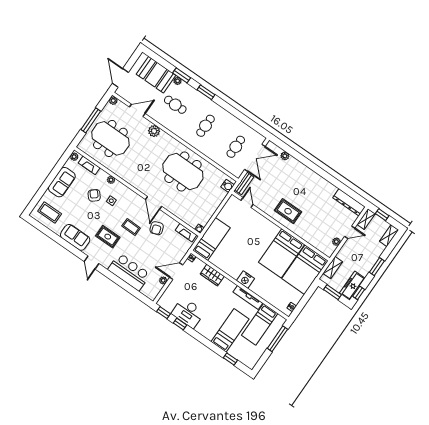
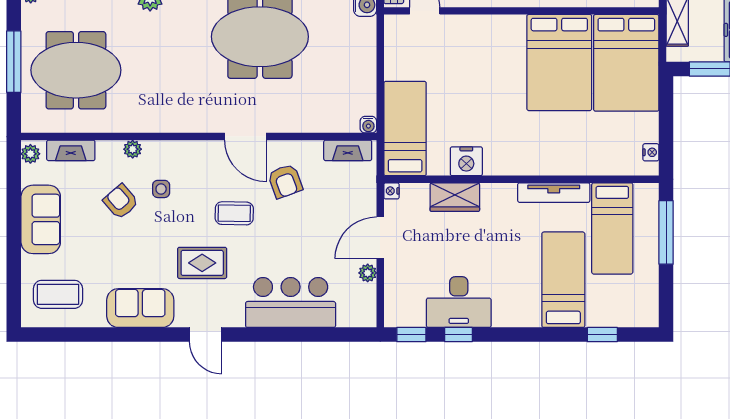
nightstand: (245, 280) -> (466, 161), moved

